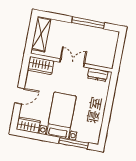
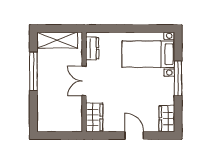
shelving: (41, 34) -> (57, 40), moved
bed with nightstands: (61, 115) -> (148, 54), moved
window: (74, 143) -> (178, 78), moved

